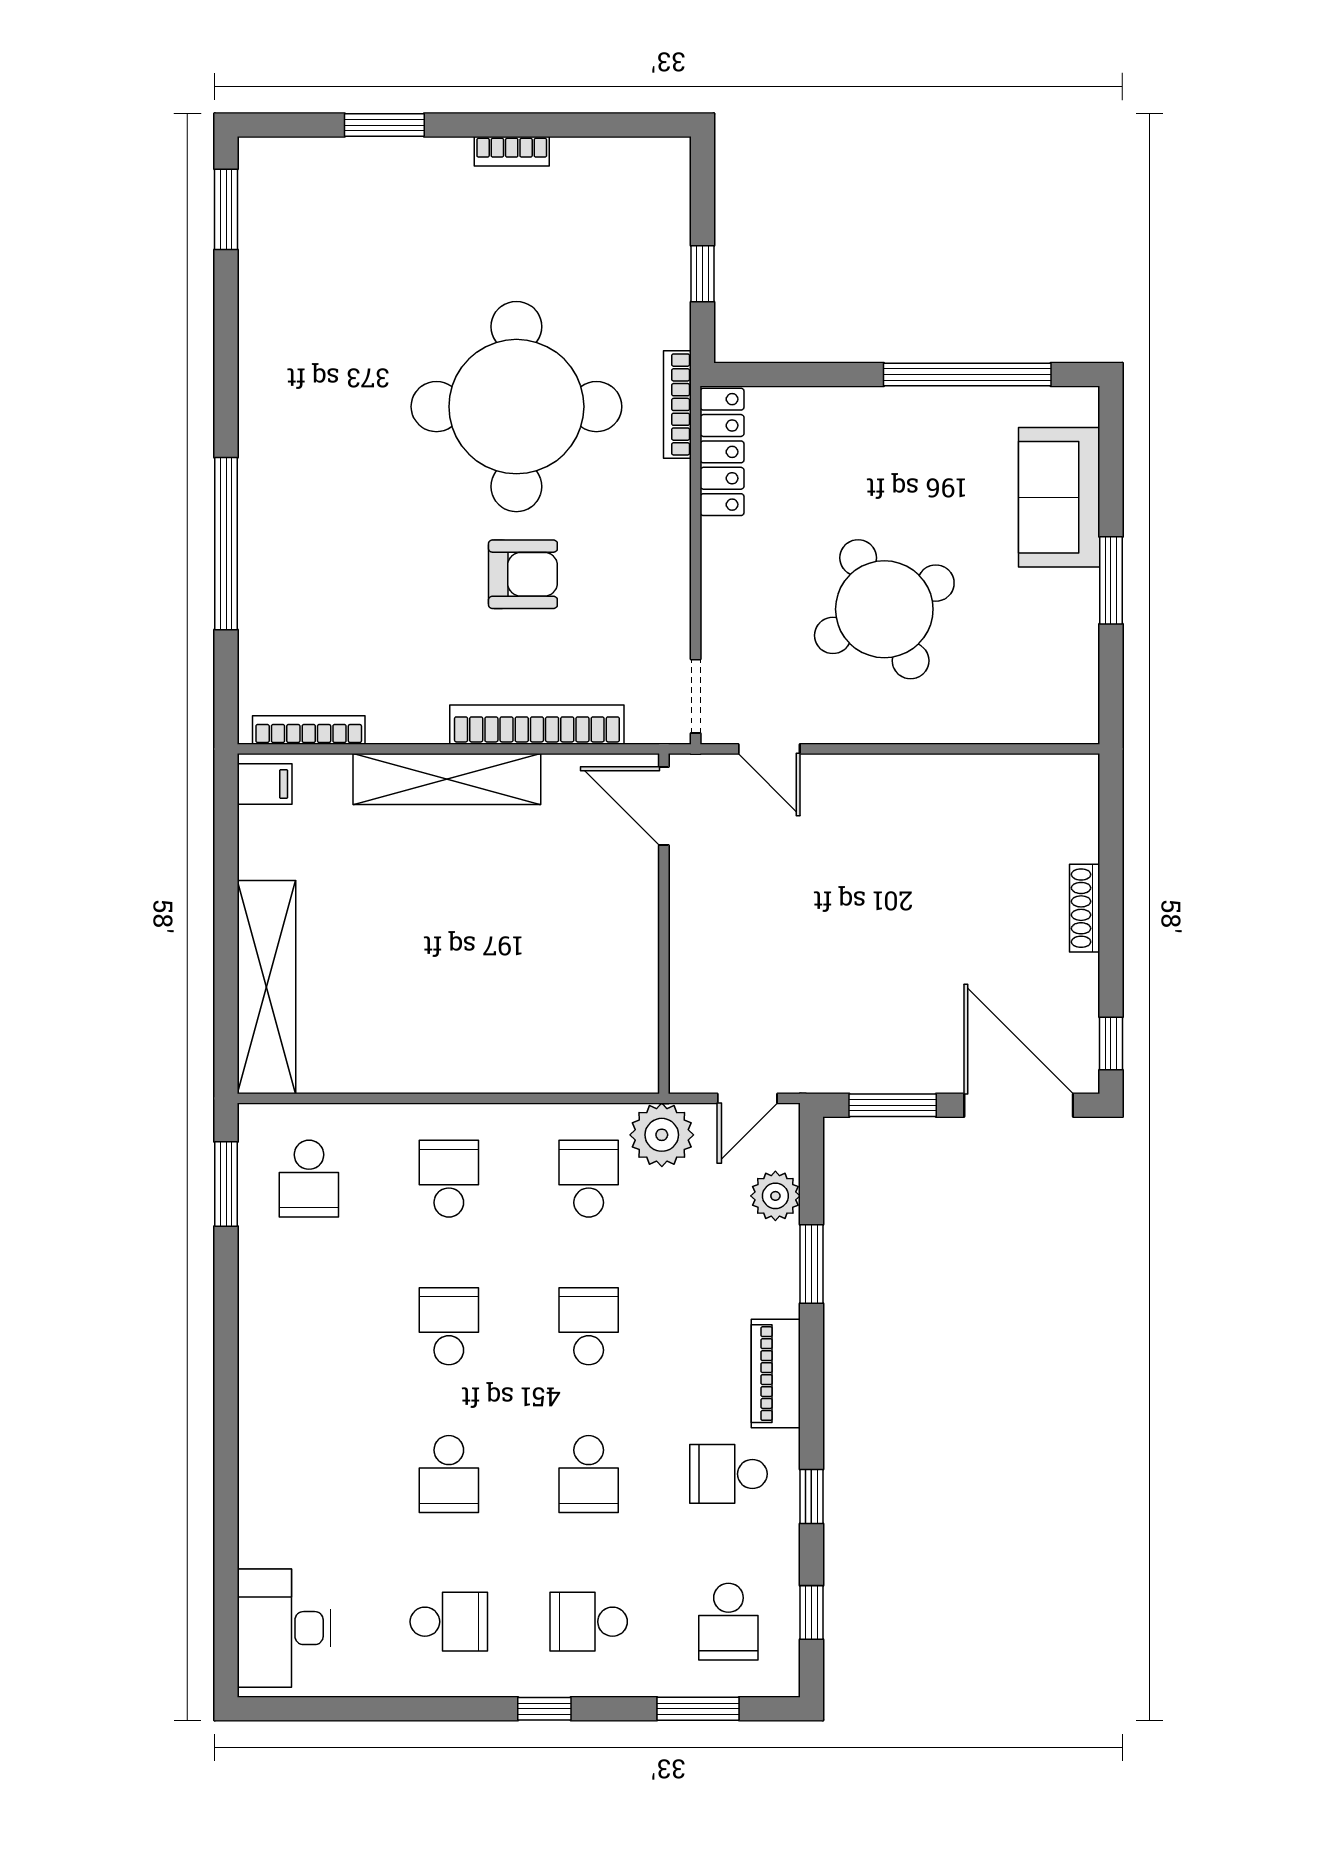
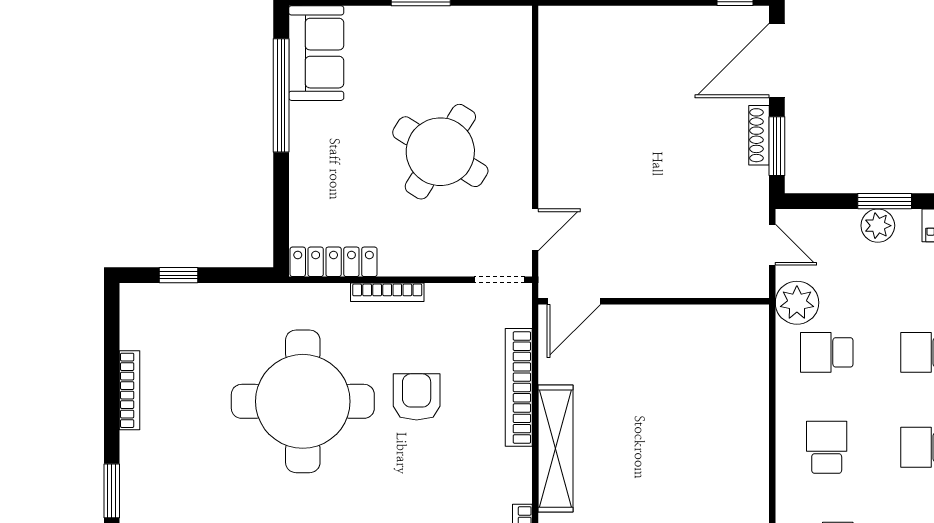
bookcase: (512, 151) -> (130, 390), width x1.56
window: (702, 274) -> (179, 275), moved
bookcase: (677, 404) -> (387, 292), moved
sofa: (1059, 497) -> (316, 53), moved, turned -90
round table: (884, 609) -> (440, 152), turned -31
shoe rack: (1085, 908) -> (759, 135), moved, turned 90
school desk: (449, 1179) -> (827, 447), turned 90
plant: (775, 1196) -> (878, 226), moved

